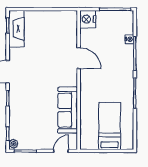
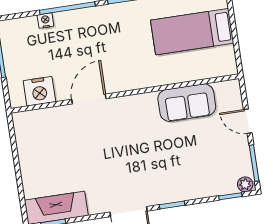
nightstand: (88, 19) -> (39, 91), moved
sofa: (68, 110) -> (187, 103), width x0.73
door: (61, 151) -> (248, 121), moved

